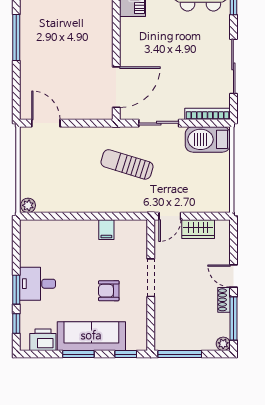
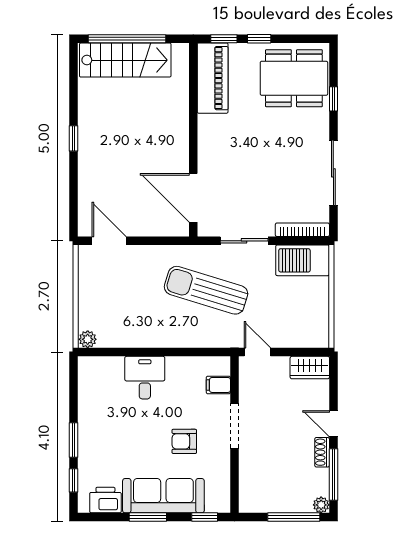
window: (16, 37) -> (74, 138), width x0.46
door: (116, 87) -> (193, 198), swing flipped
sun lounger: (127, 164) -> (206, 290), width x1.36, depth x1.34
door: (170, 216) -> (257, 352), swing flipped
wardrobe: (198, 229) -> (310, 368), moved
filing cabinet: (106, 230) -> (218, 385), moved, turned 90
desk: (38, 284) -> (145, 378), moved, turned 90
window: (180, 354) -> (294, 517), moved

